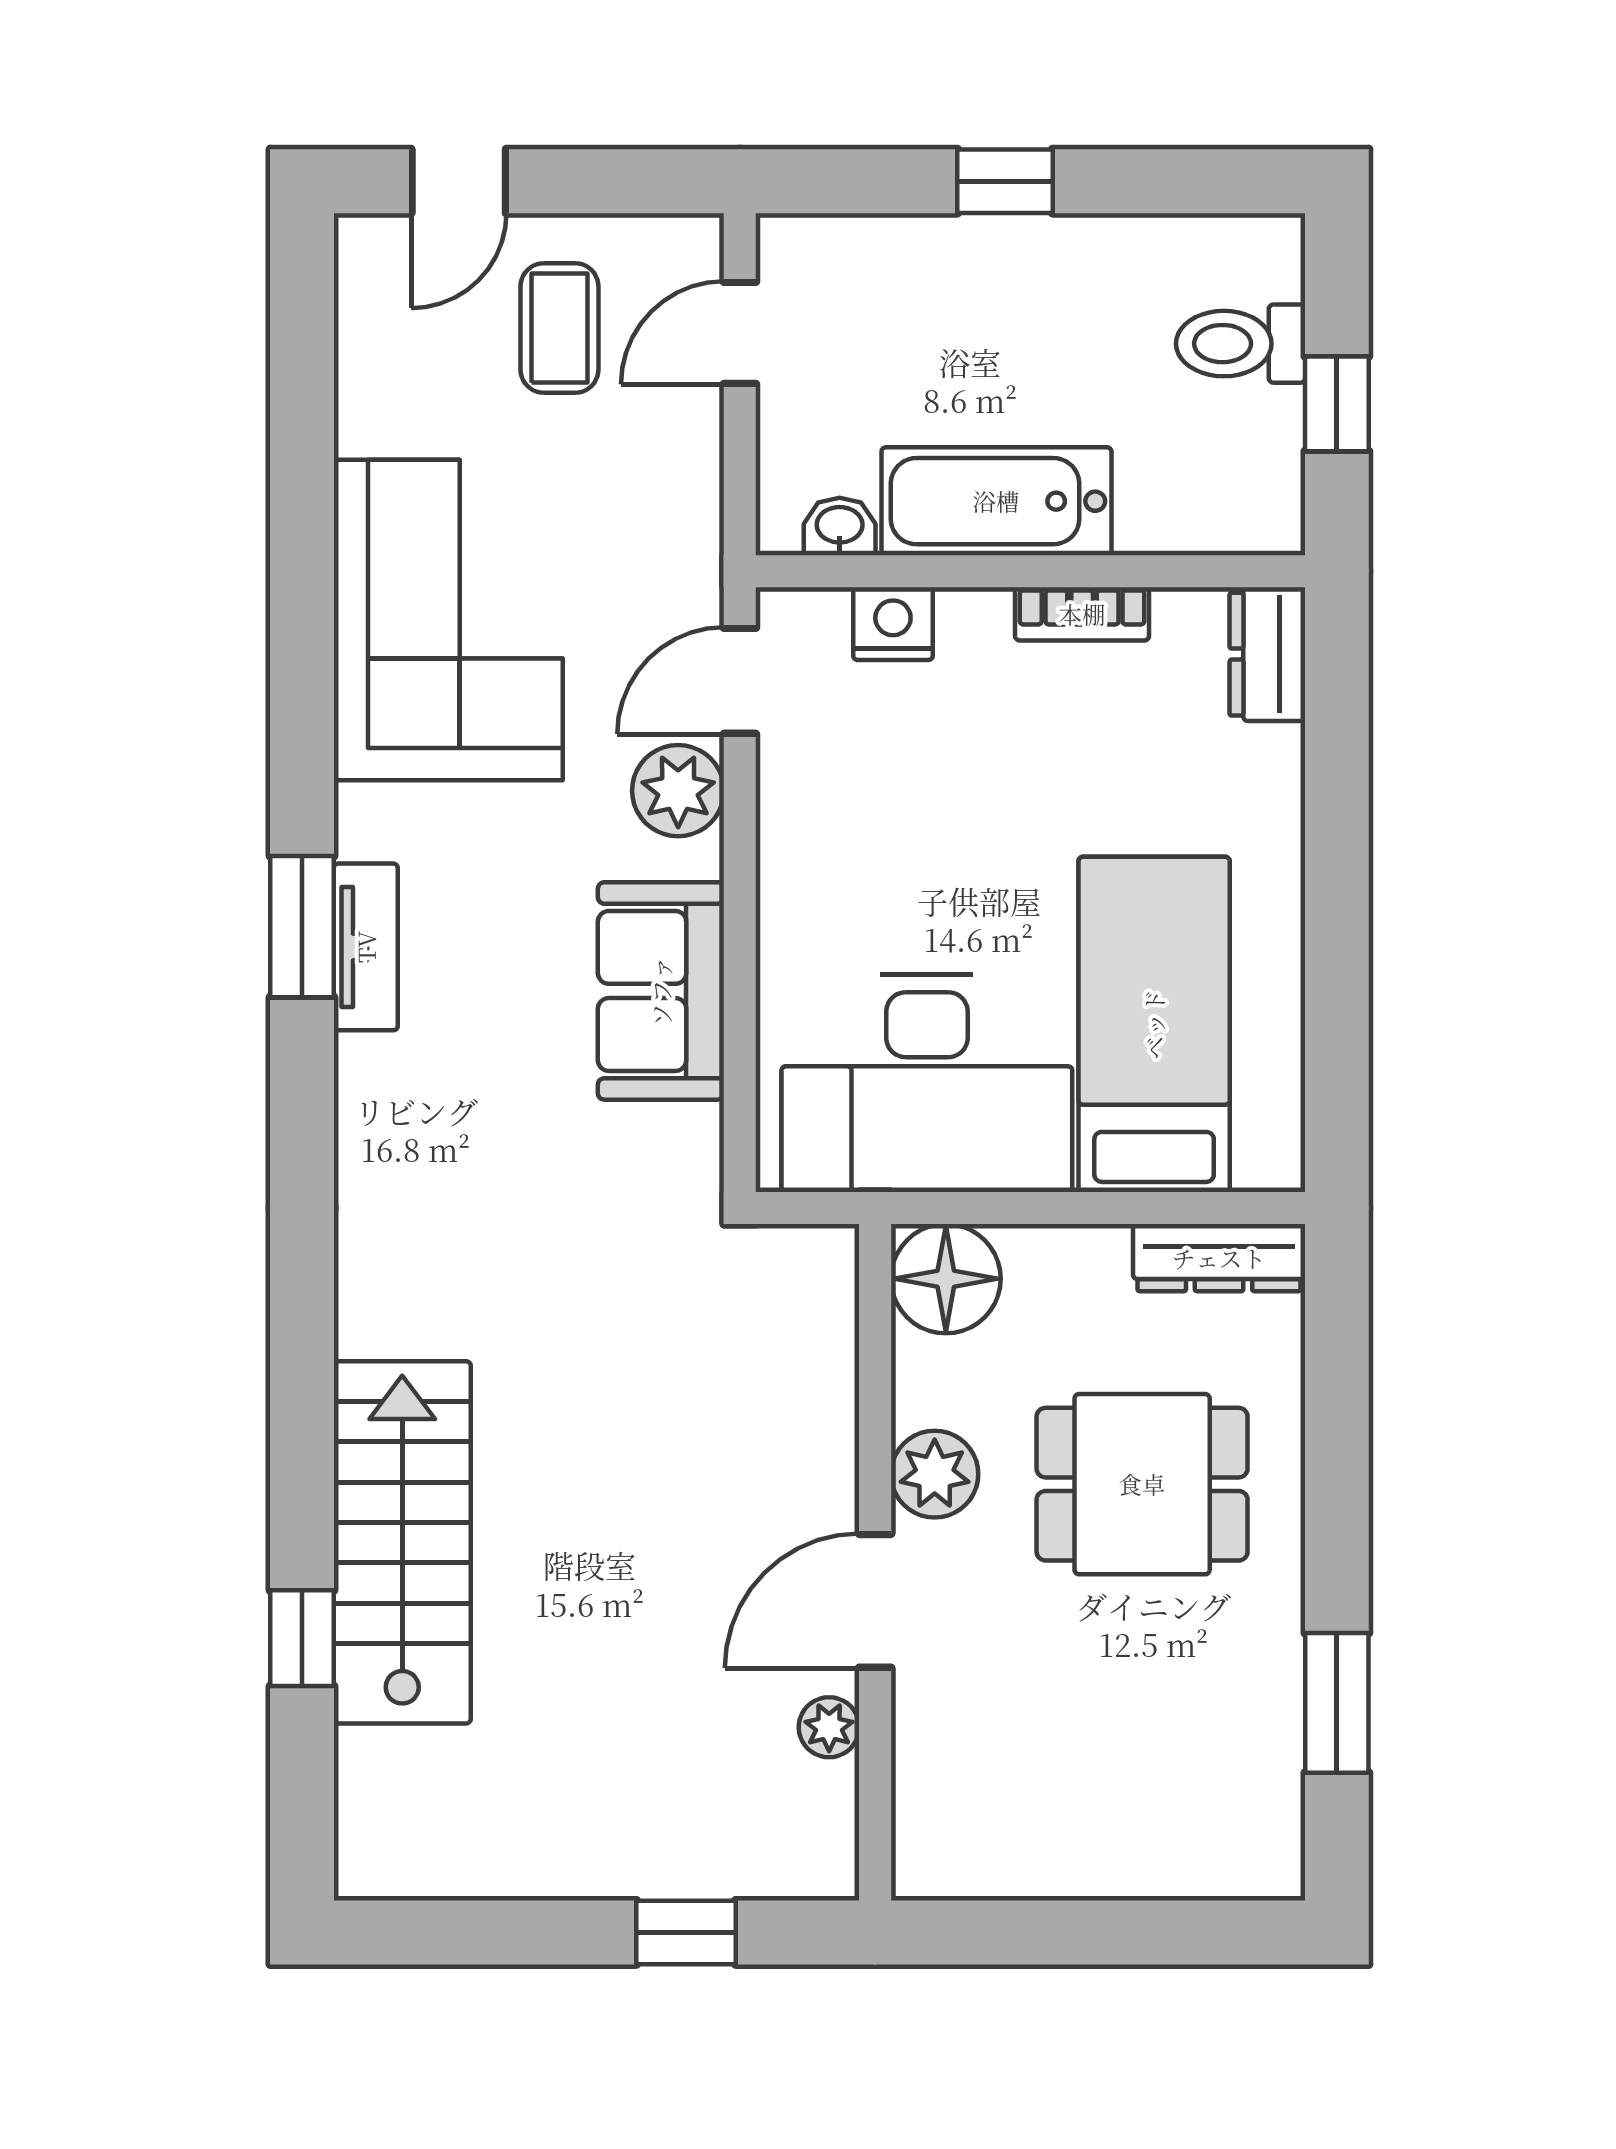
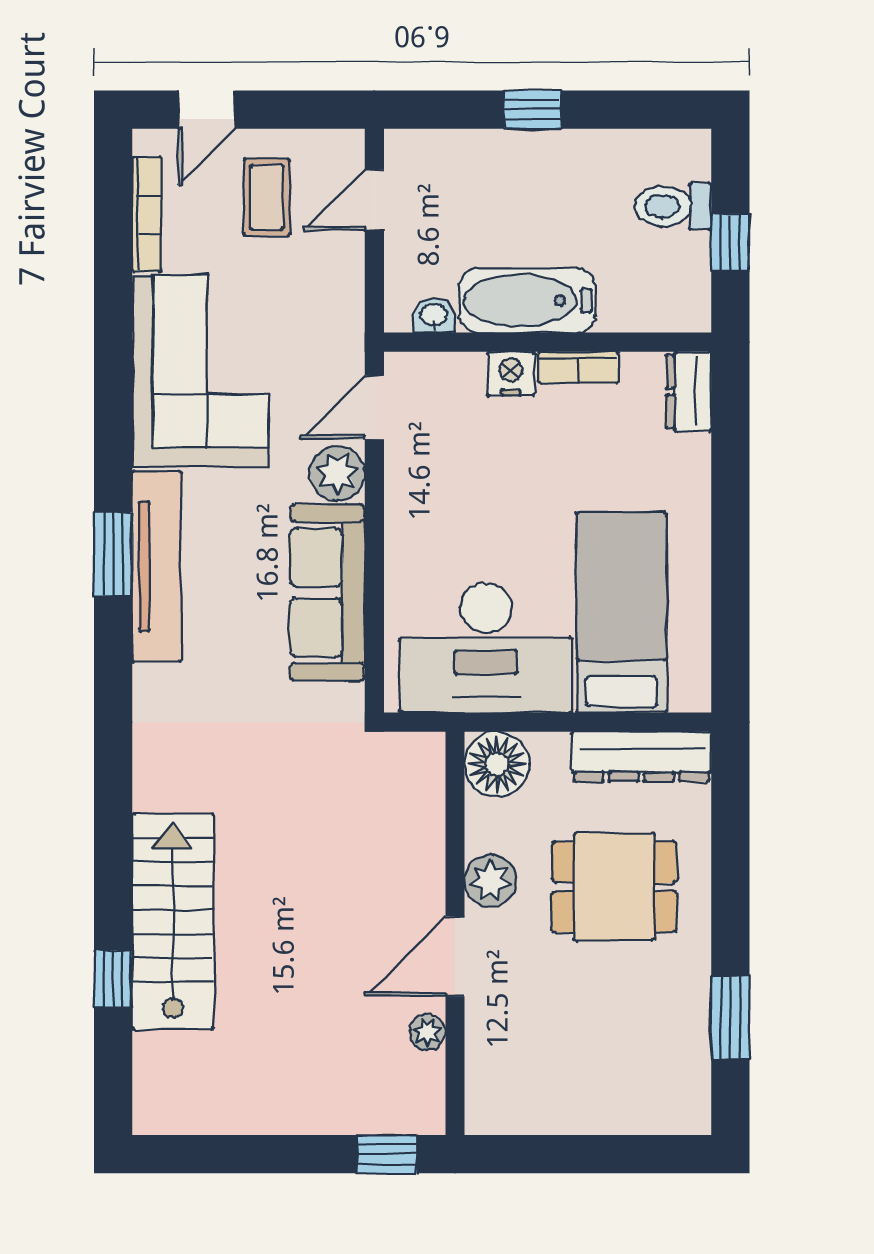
bookcase: (358, 357) -> (147, 214), added
nightstand: (893, 624) -> (511, 374), moved
tv unit: (366, 947) -> (157, 566), width x1.92, depth x1.29
sofa: (661, 991) -> (327, 593), width x1.36
dresser: (1219, 1258) -> (641, 757), width x1.37, depth x1.24
window: (686, 1932) -> (387, 1154), moved

